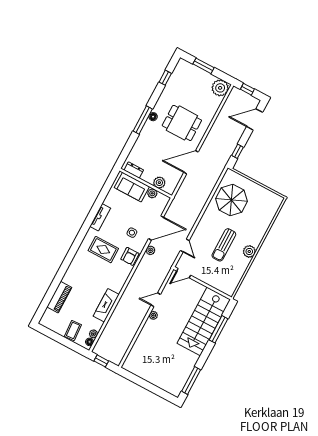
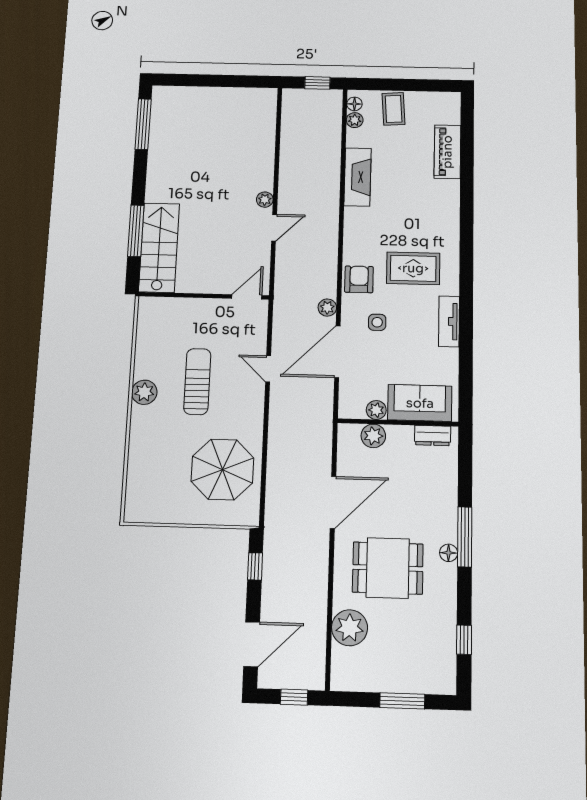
plant: (220, 88) -> (350, 628), moved
door: (185, 246) -> (268, 369), moved
stairs: (204, 321) -> (159, 248), width x0.73, depth x0.66

